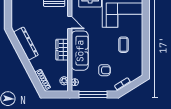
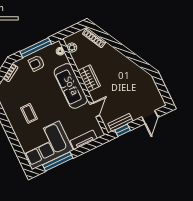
door: (70, 22) -> (95, 110), swing flipped
dresser: (26, 44) -> (129, 67), removed
armchair: (104, 70) -> (37, 63), moved

